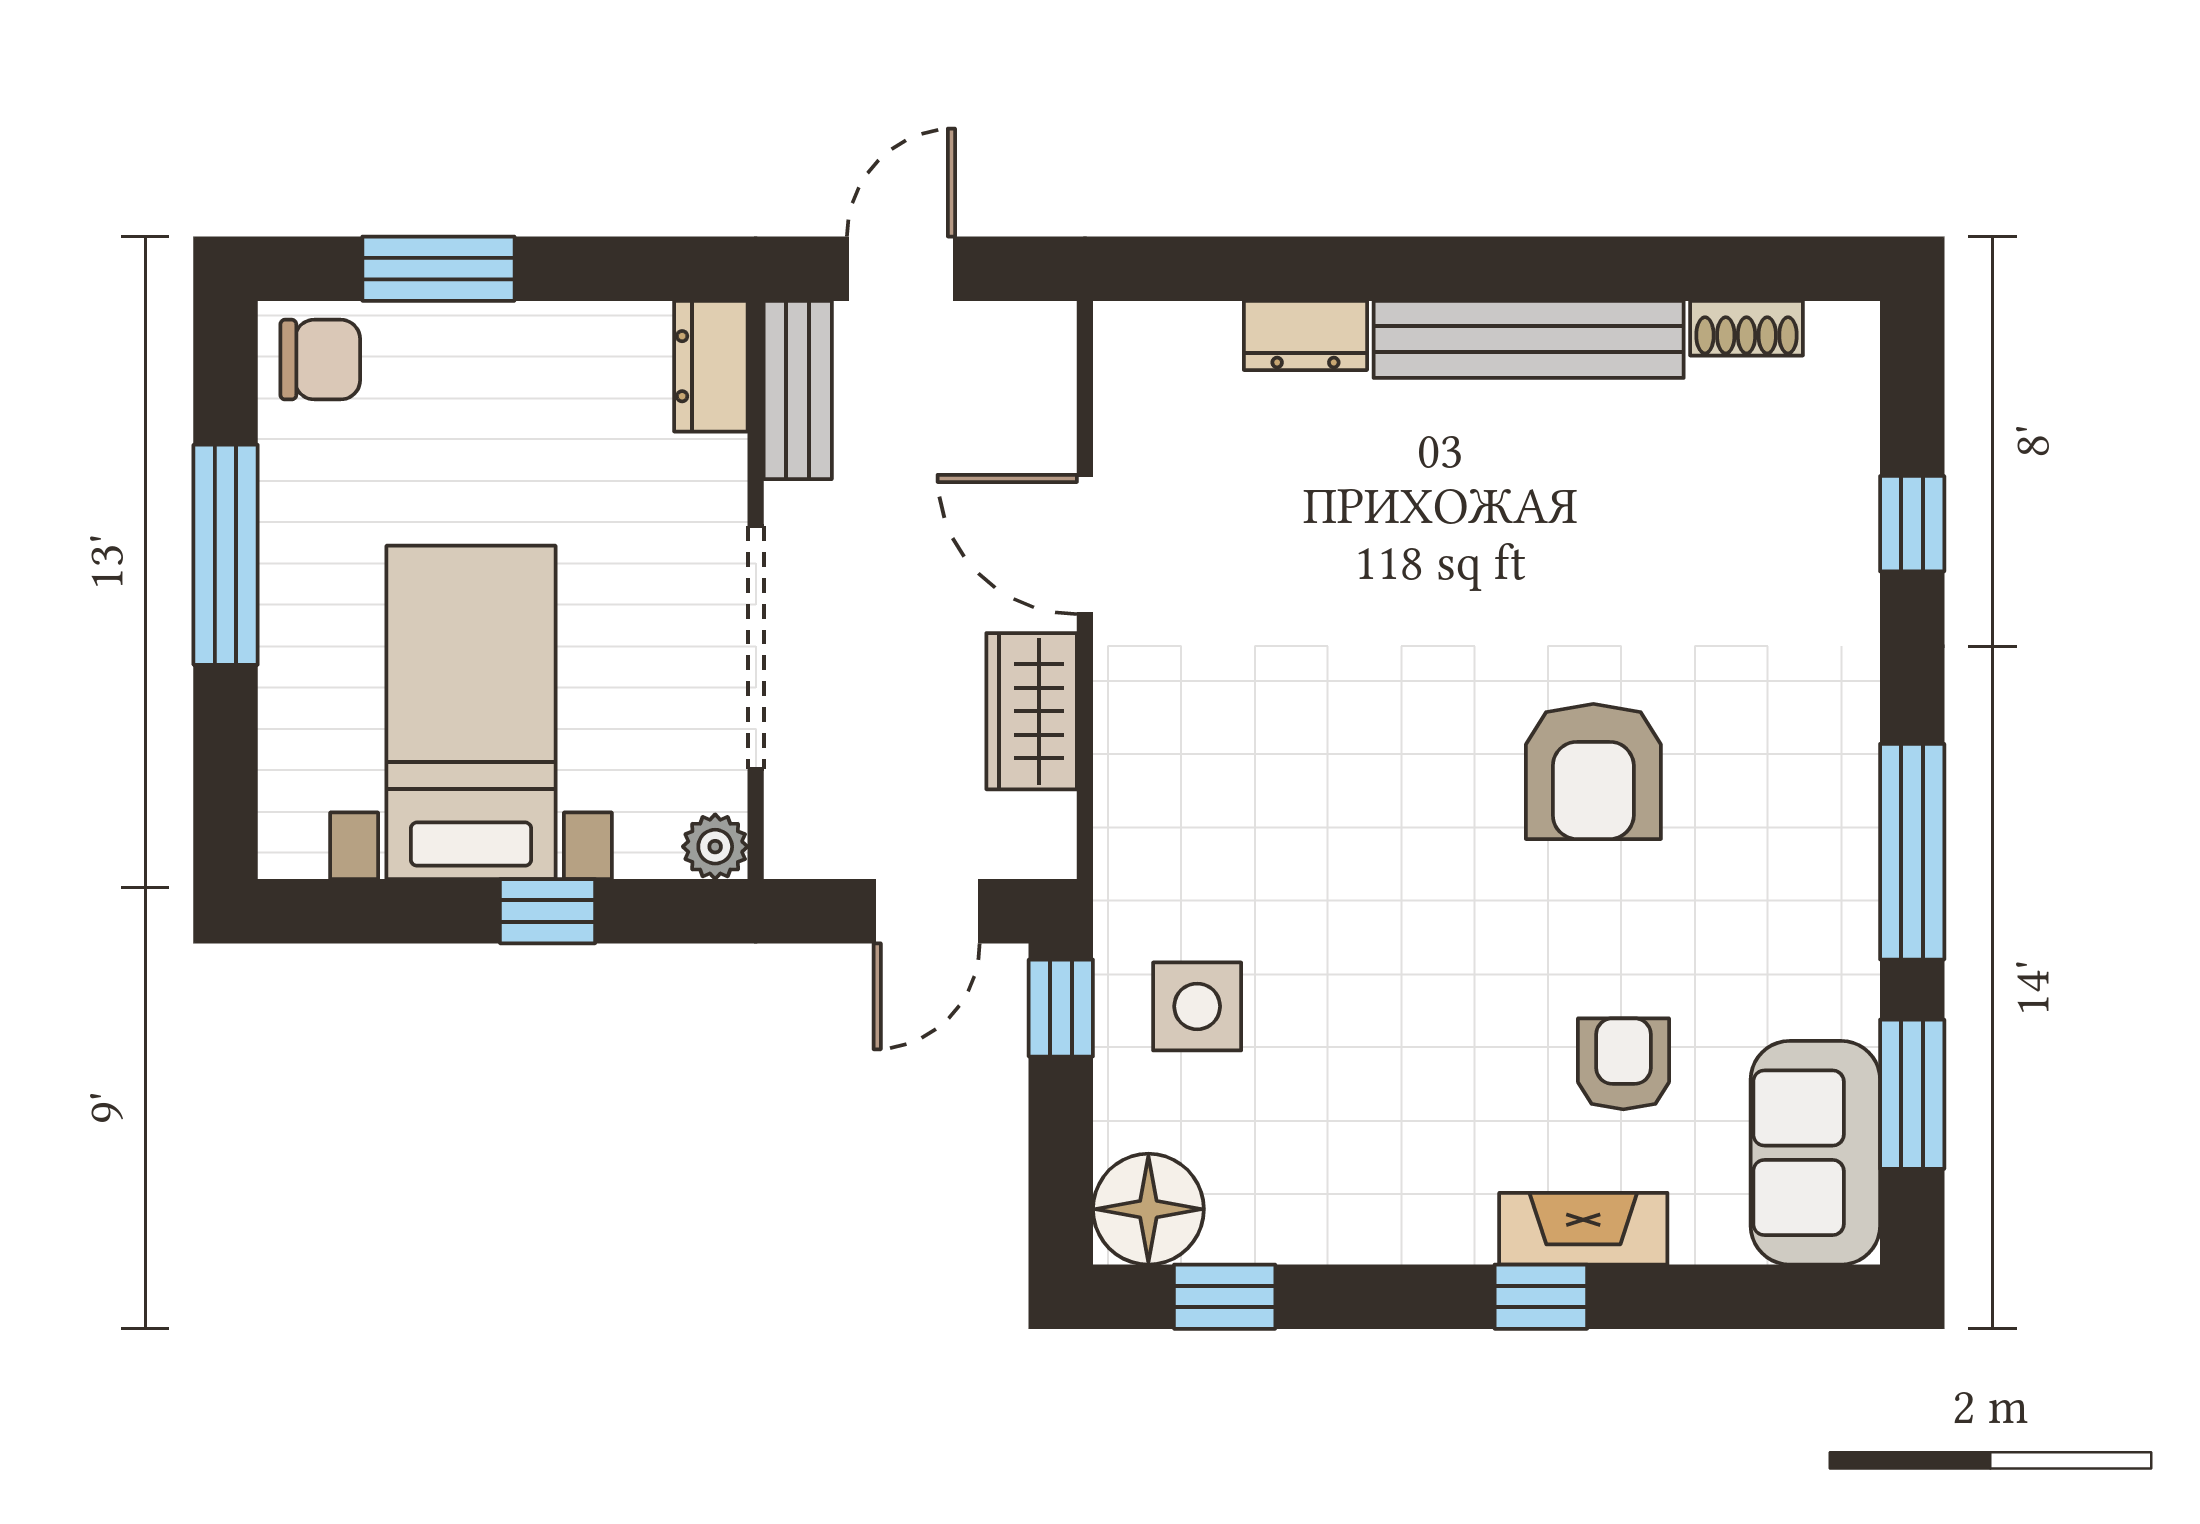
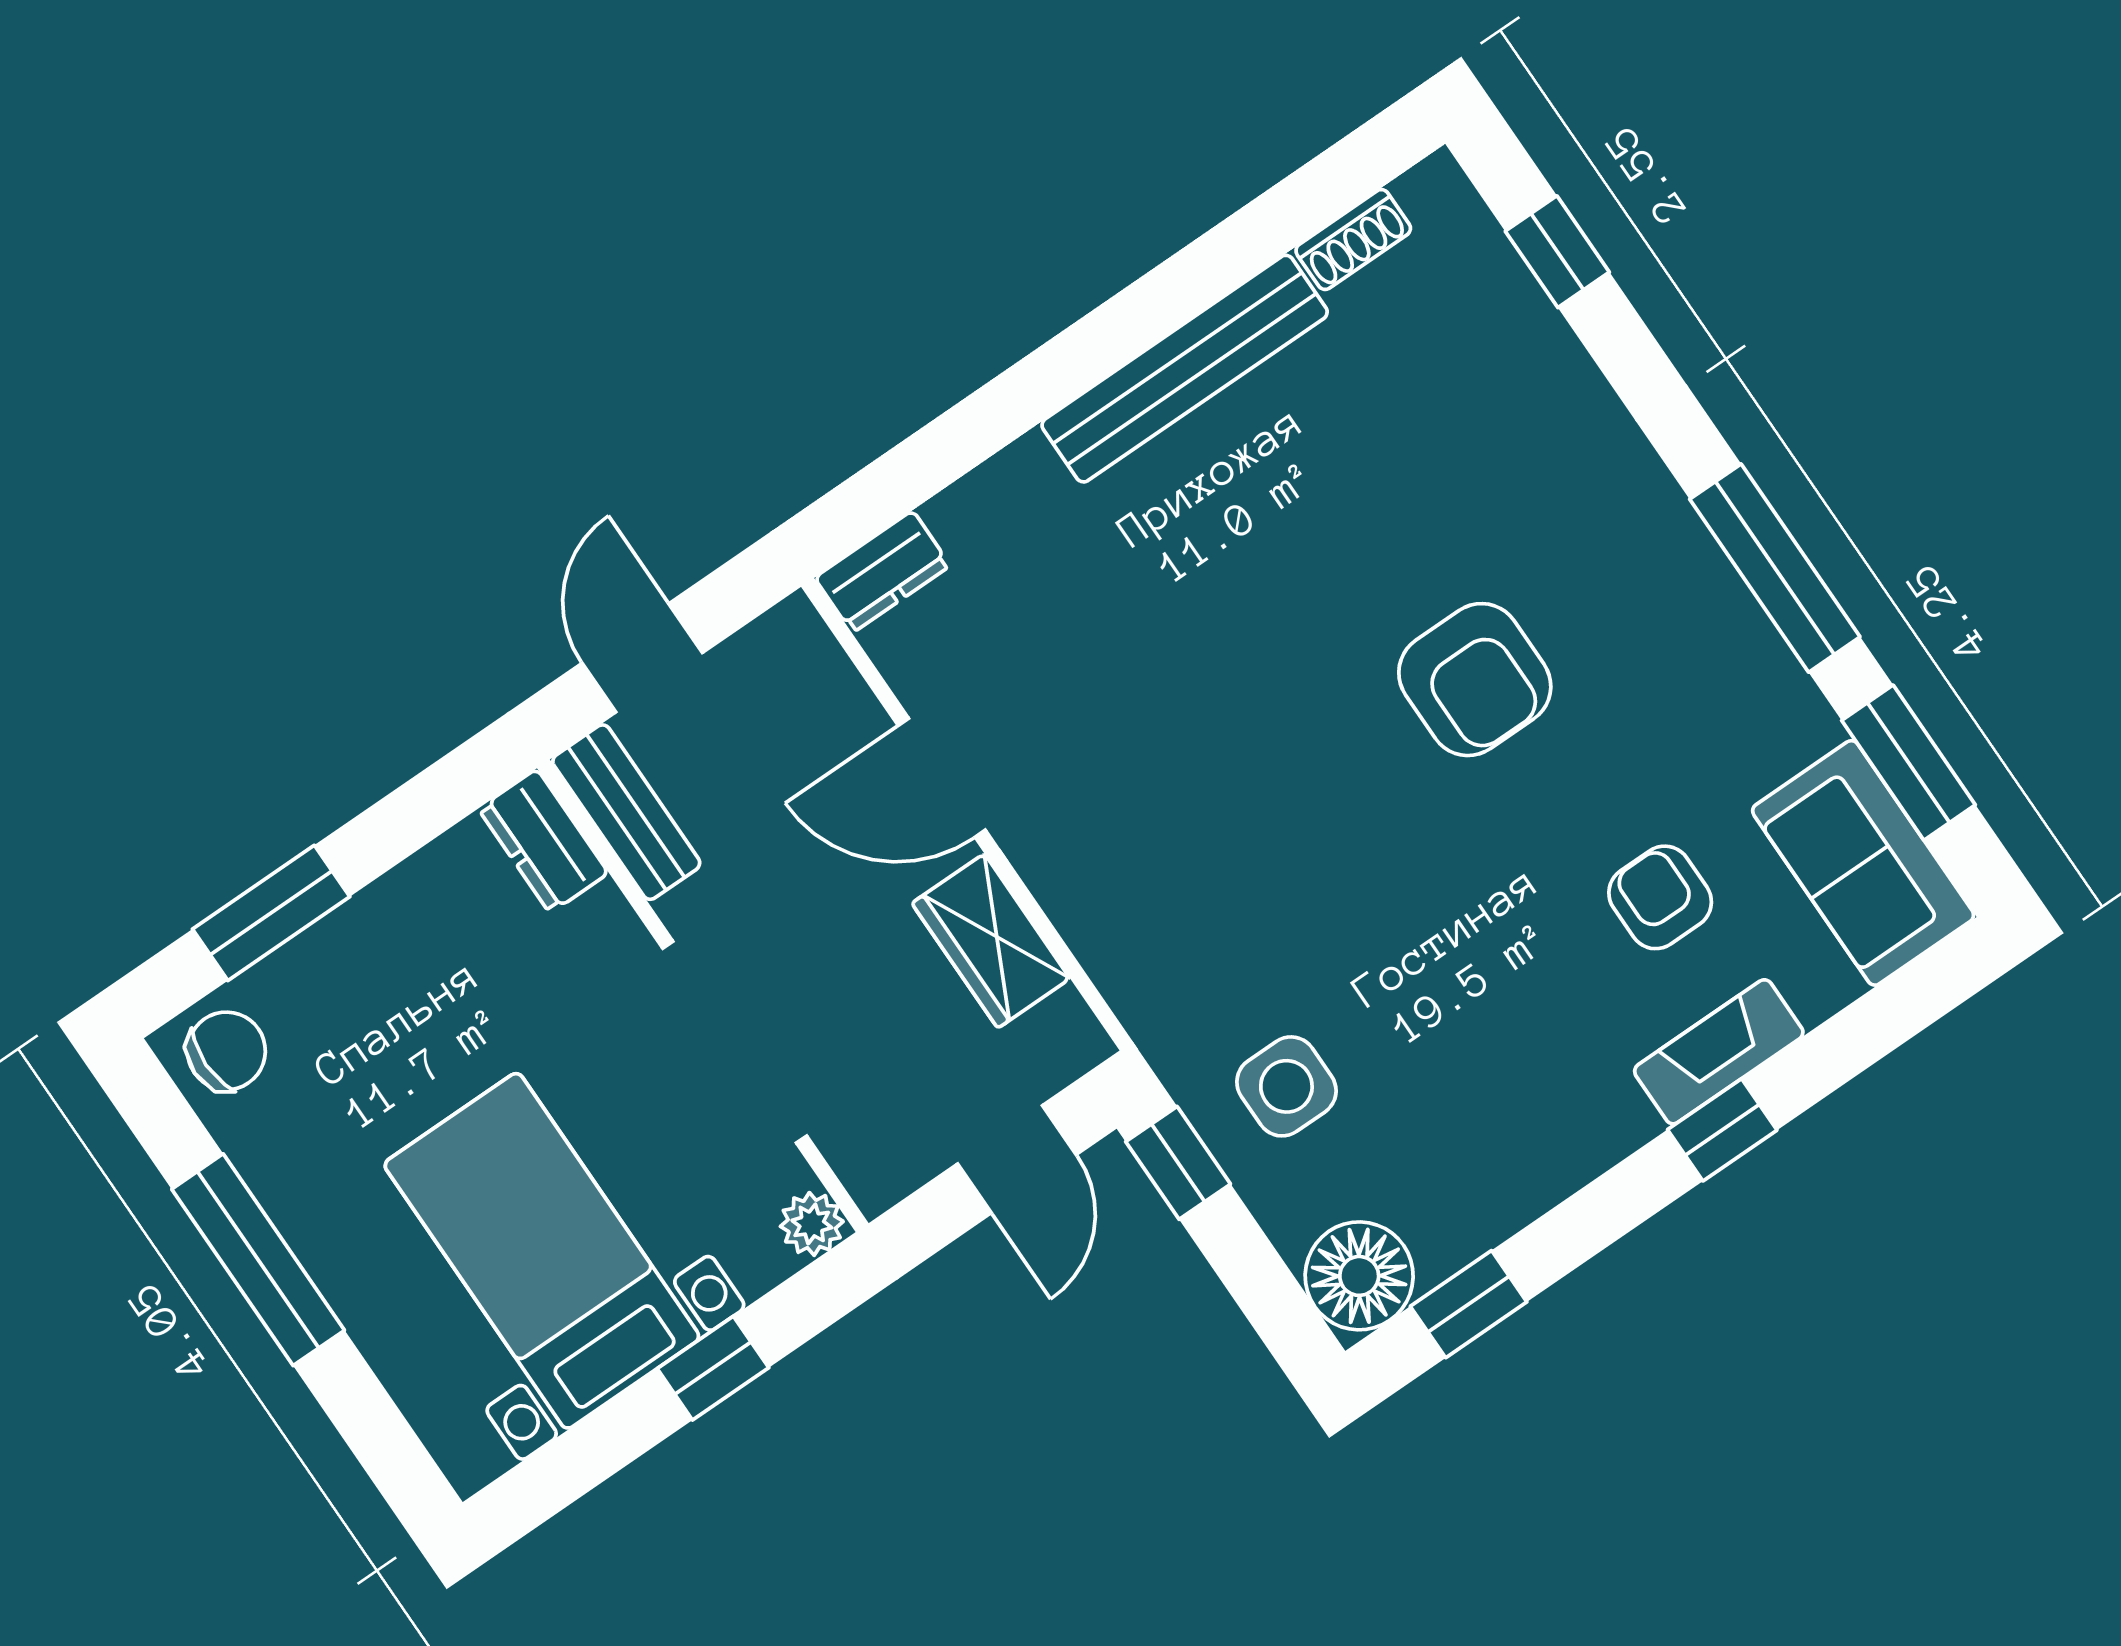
dresser: (1305, 335) -> (882, 572), moved
window: (1912, 524) -> (1557, 252), moved

